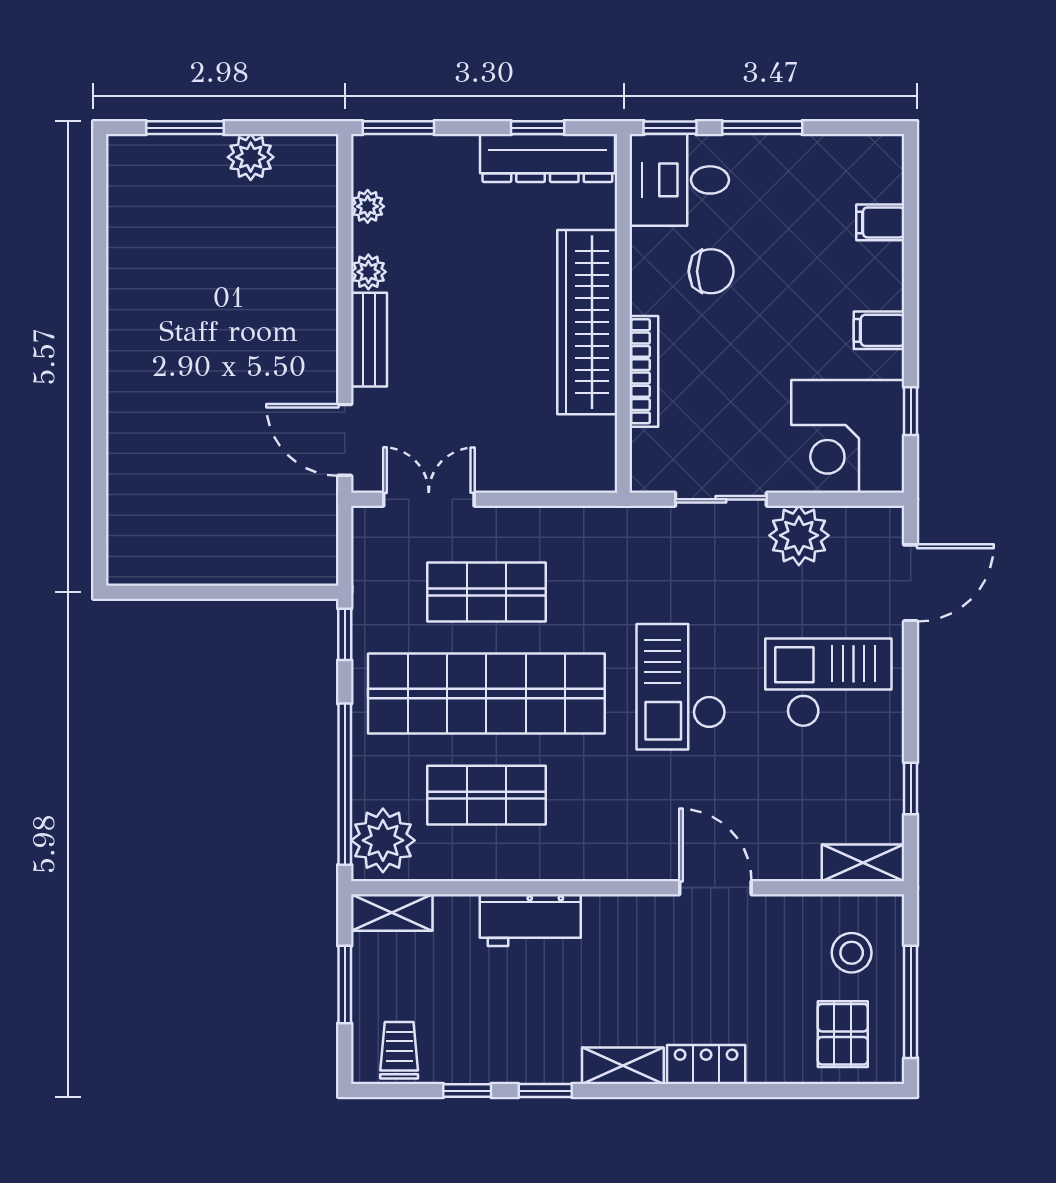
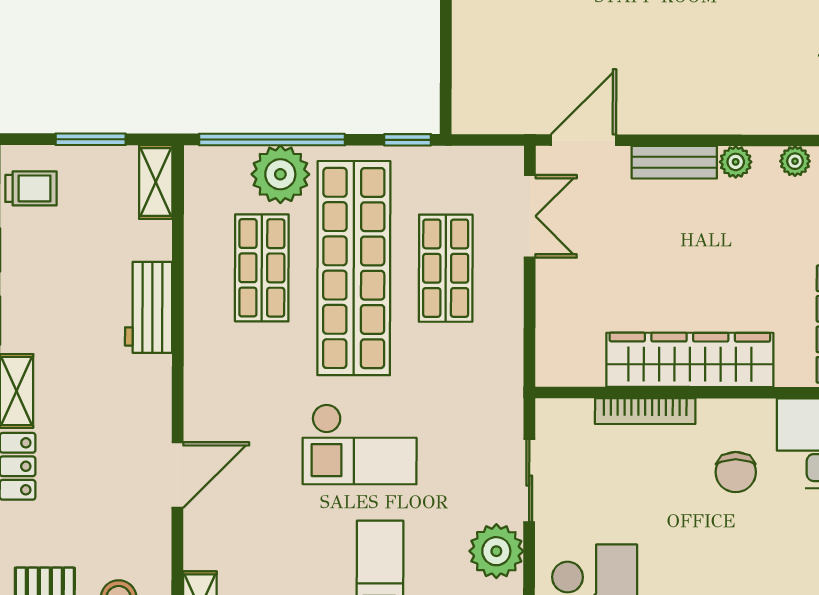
checkout: (681, 687) -> (360, 444), turned 180
plant: (383, 840) -> (280, 174), moved

